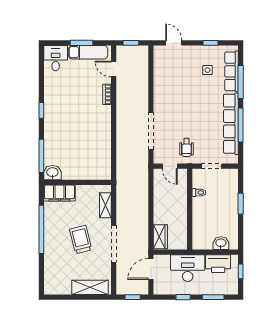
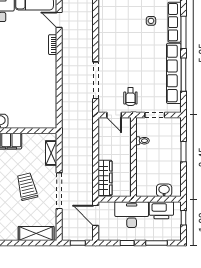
wardrobe: (160, 237) -> (105, 178), width x1.50
door: (151, 269) -> (96, 215), hinge flipped

